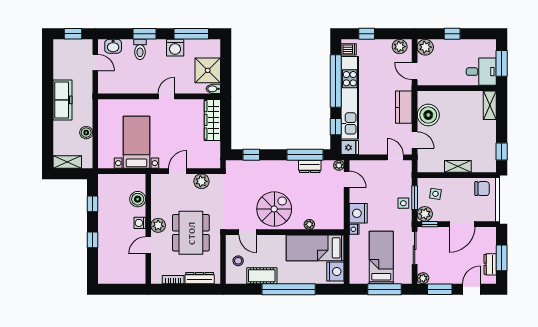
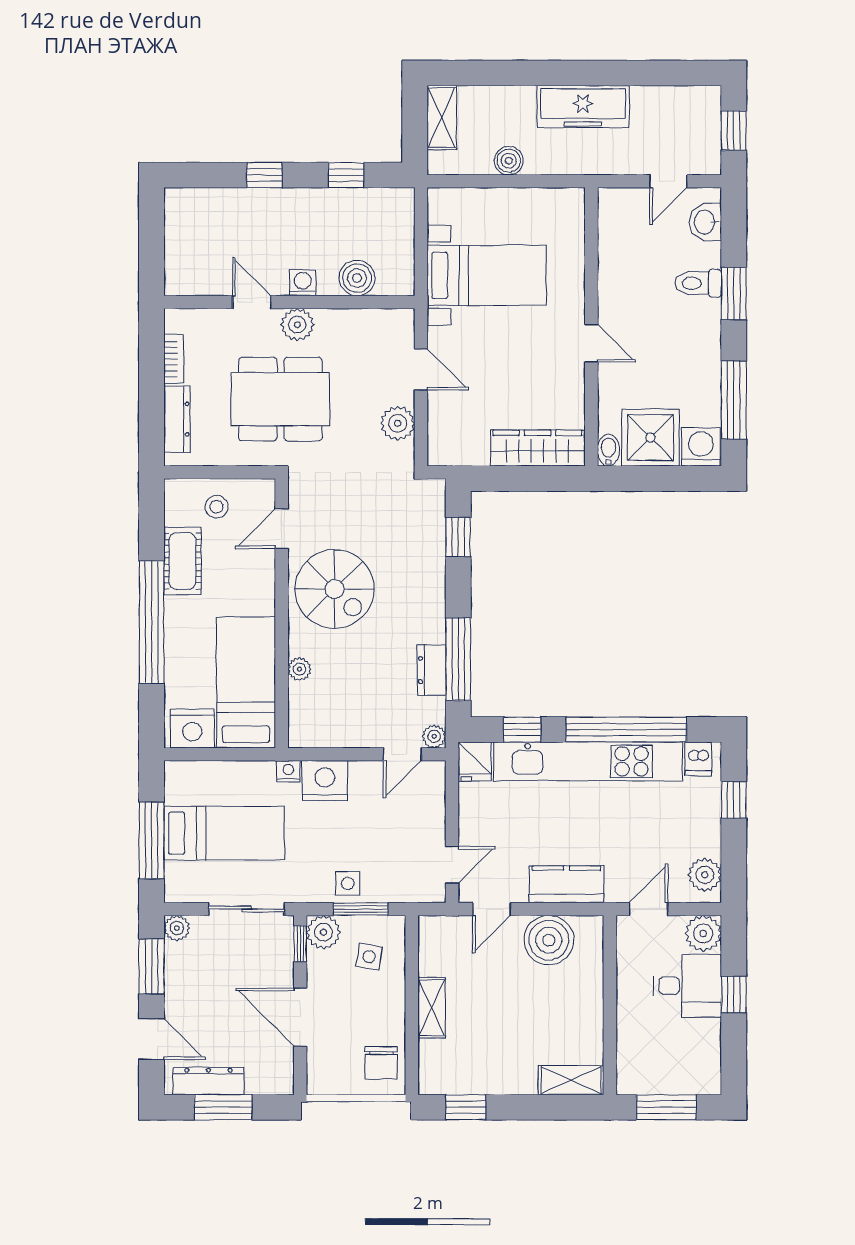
washing machine: (175, 48) -> (701, 447), moved, turned 90
desk: (481, 72) -> (687, 986), moved, turned -90
dresser: (490, 264) -> (208, 1081), width x1.44

